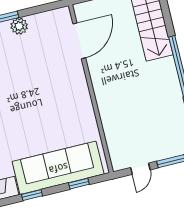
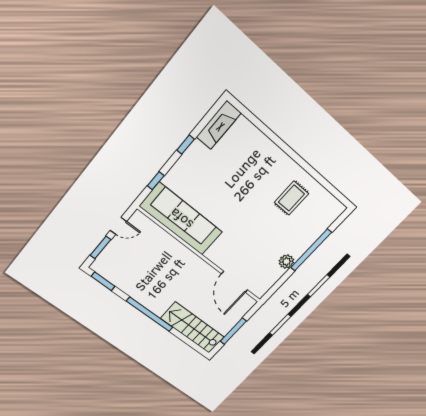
sofa: (58, 168) -> (181, 219), moved, turned -90
door: (140, 169) -> (118, 226), swing flipped

